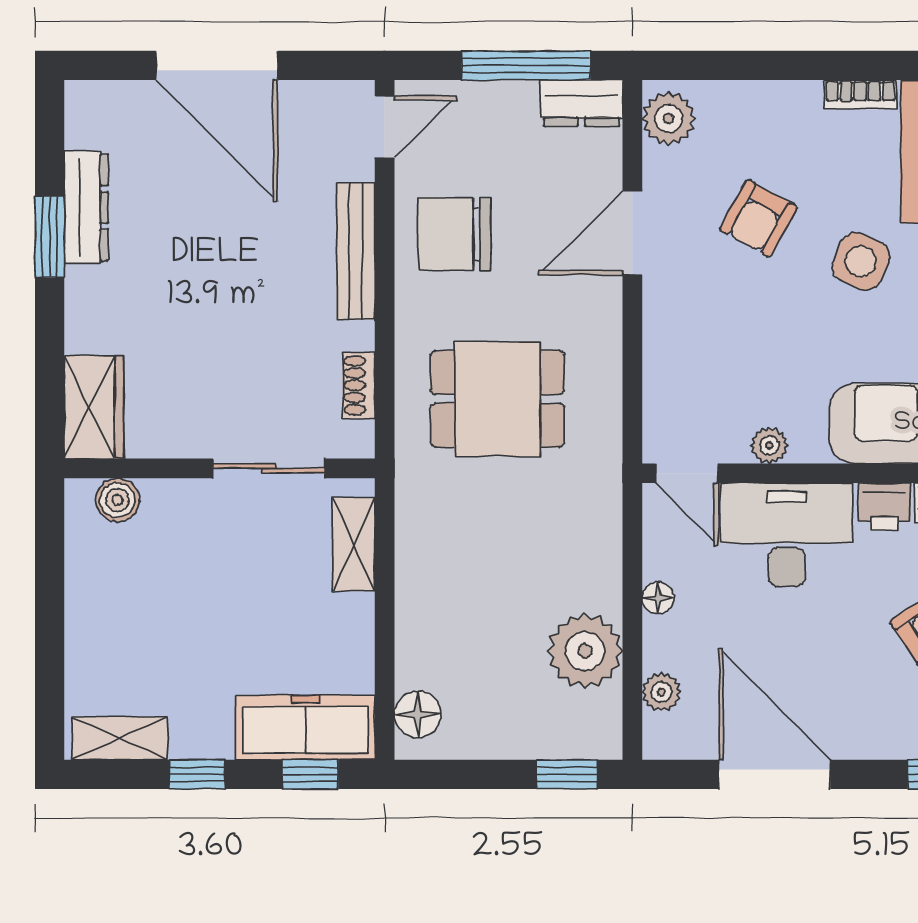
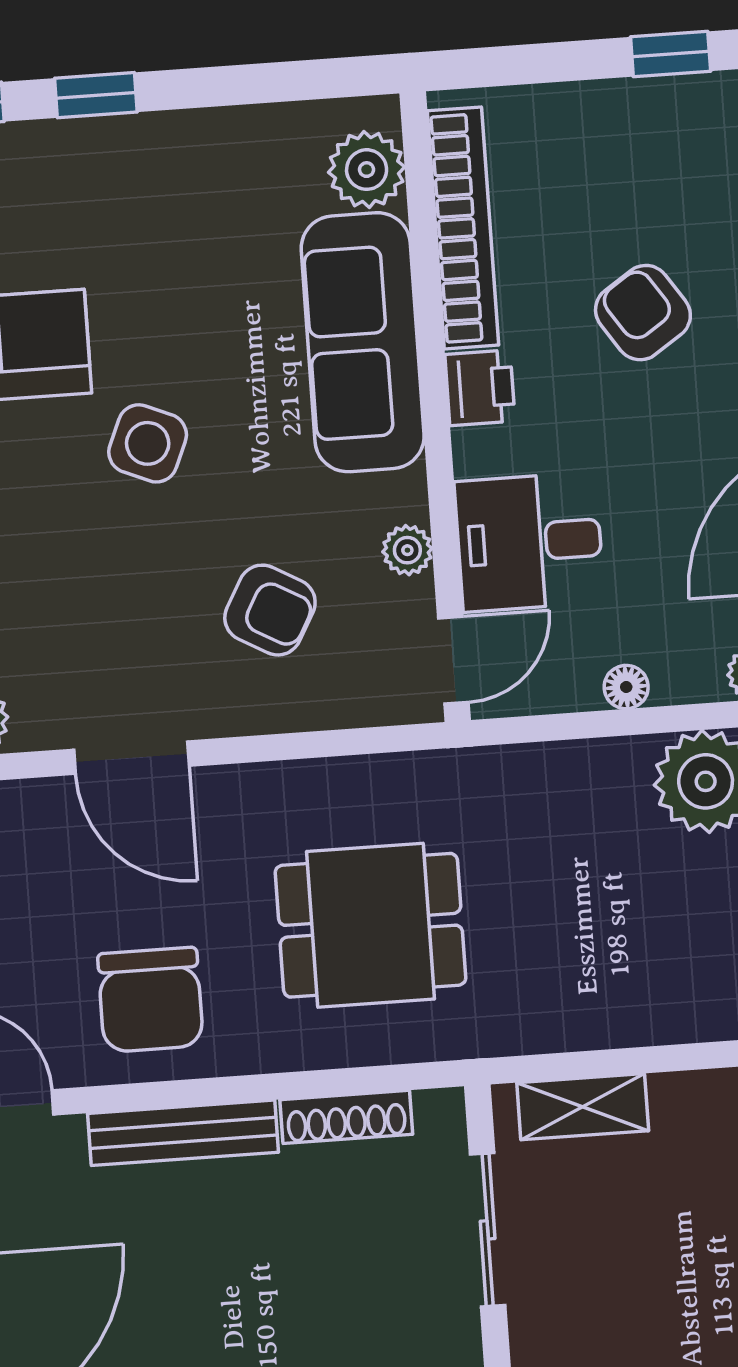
armchair: (758, 218) -> (270, 610), moved
shoe rack: (359, 385) -> (346, 1117), width x1.43
dining table: (497, 399) -> (371, 925), turned 90
desk: (787, 535) -> (529, 542), width x0.73

